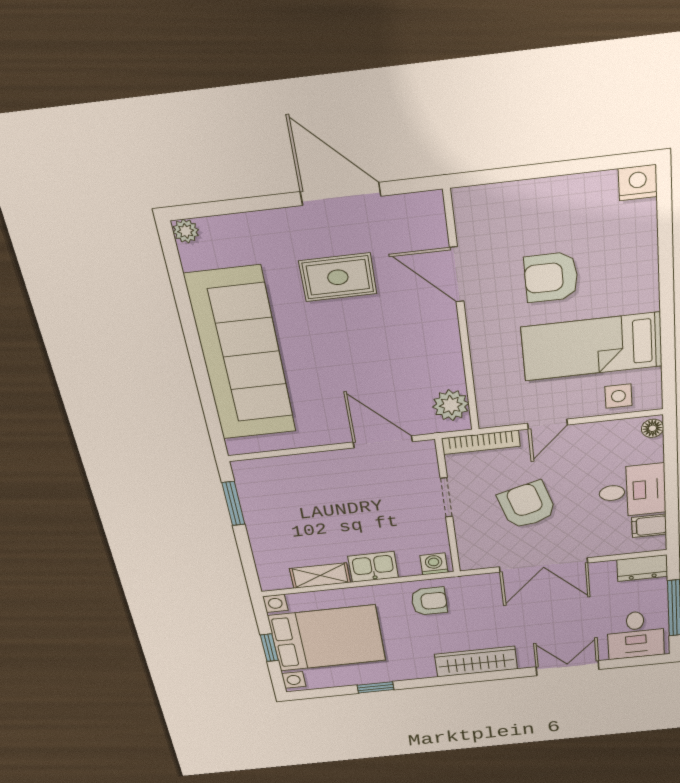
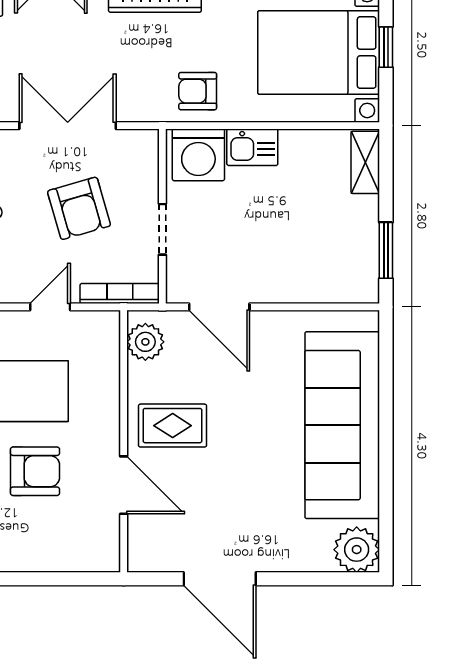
plant: (186, 231) -> (357, 550), width x1.87, depth x1.87
rug: (338, 277) -> (173, 426), moved
washing machine: (434, 564) -> (198, 155), width x1.89, depth x1.89
shelving: (320, 576) -> (365, 162), moved, turned 90

